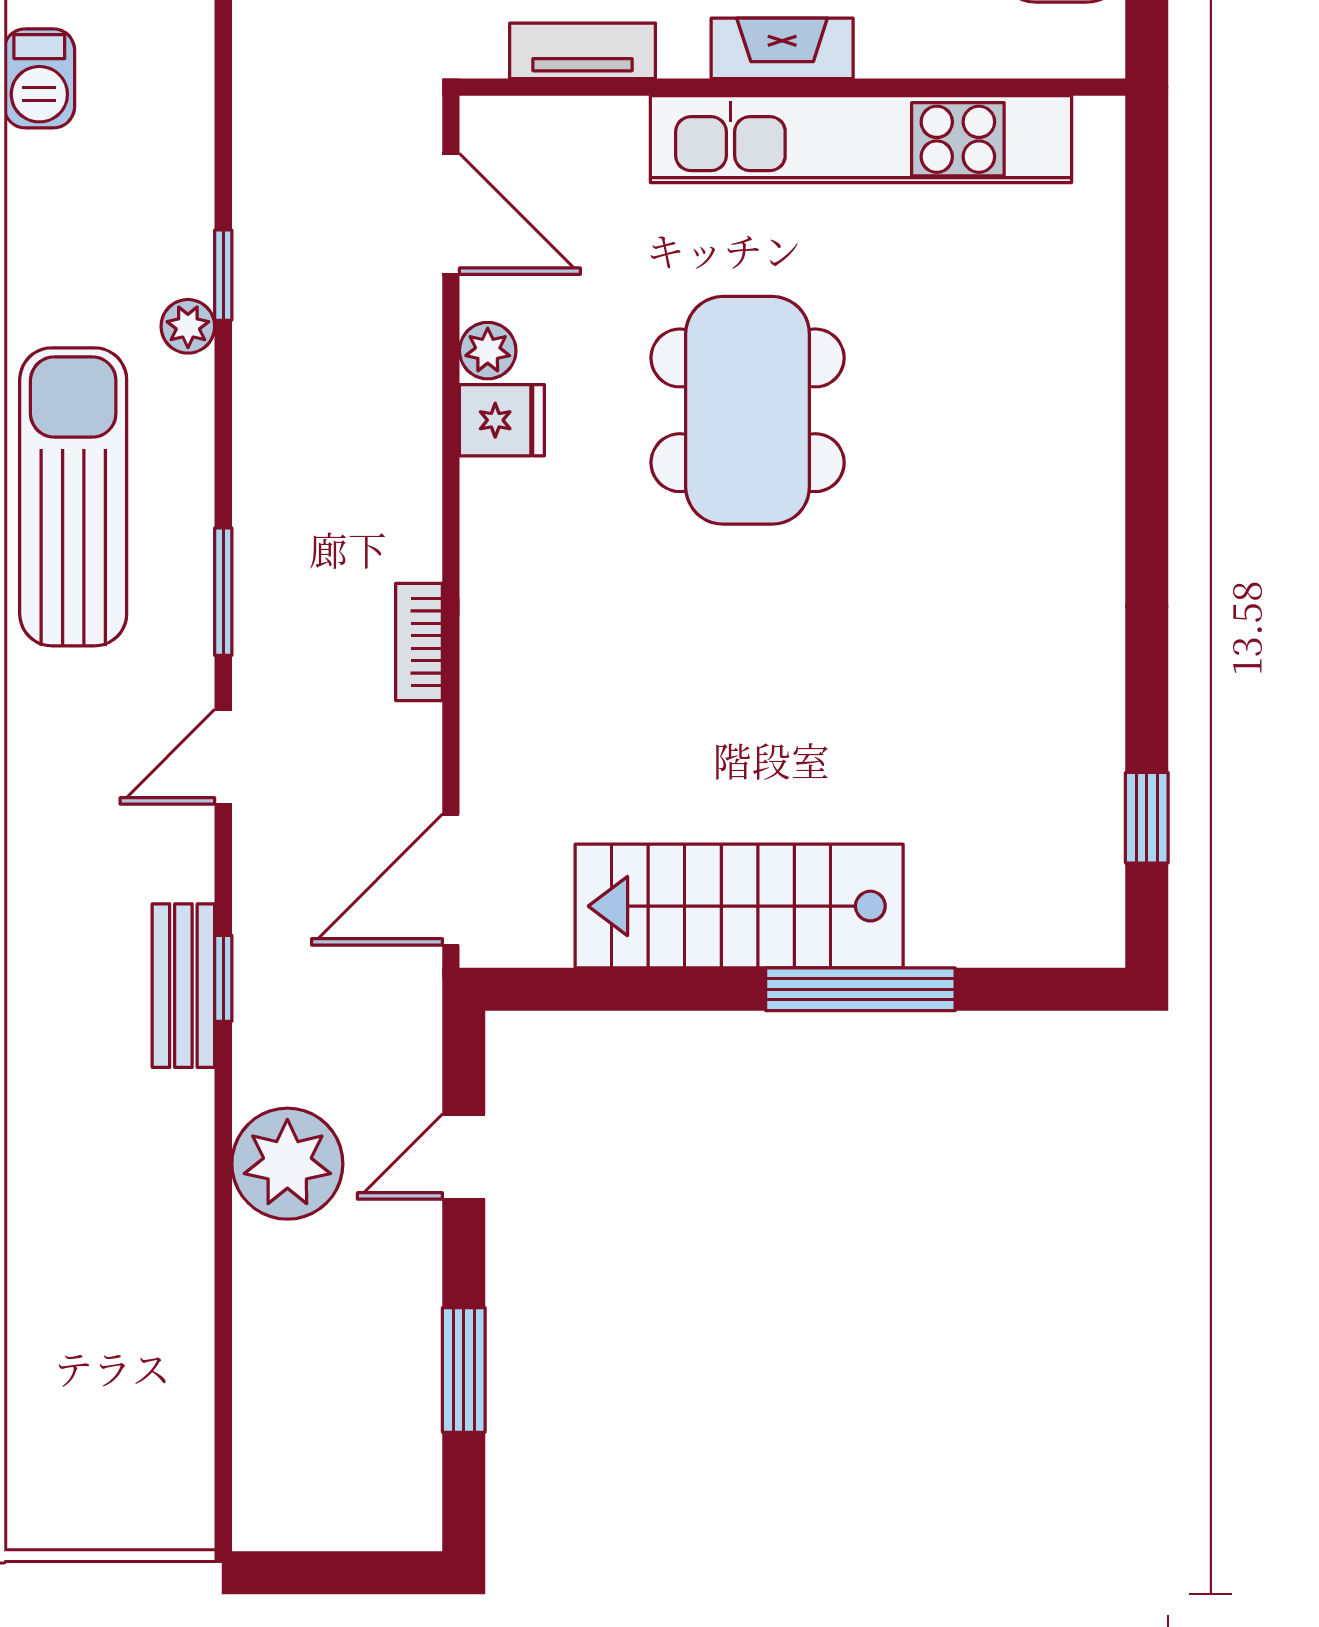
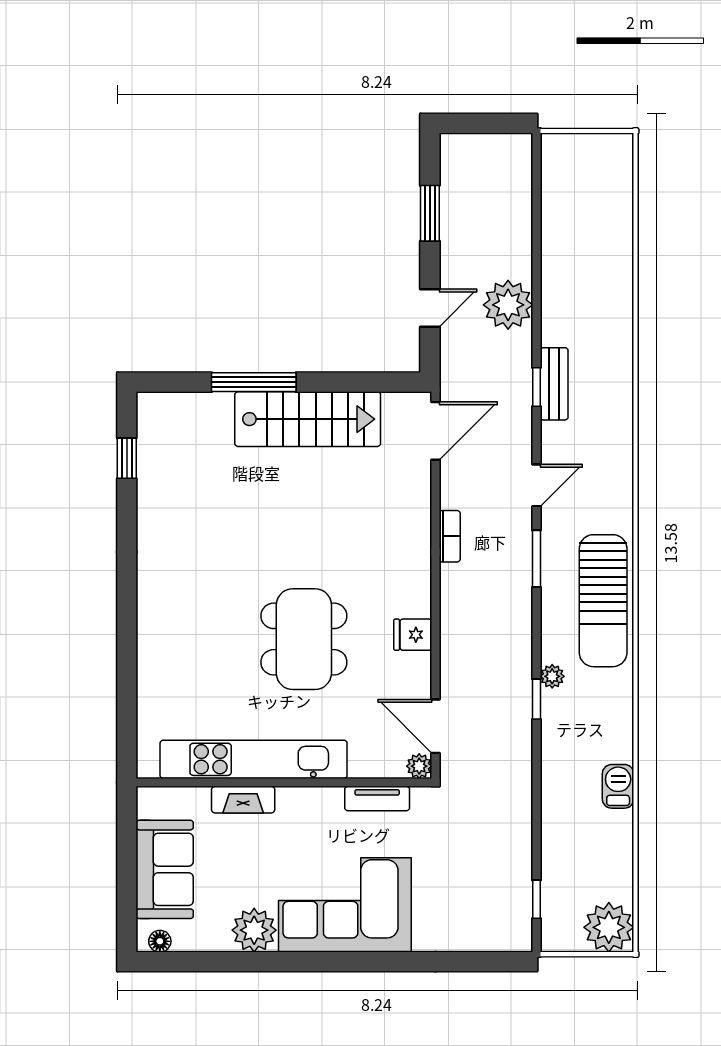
fireplace: (782, 48) -> (243, 800), moved
plant: (488, 351) -> (419, 766), moved

